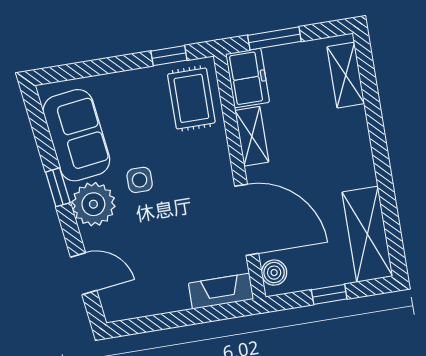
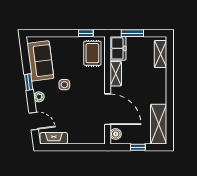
plant: (93, 204) -> (39, 97), width x0.53, depth x0.53
fireplace: (221, 291) -> (54, 138), moved

